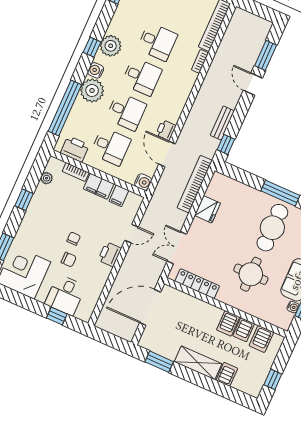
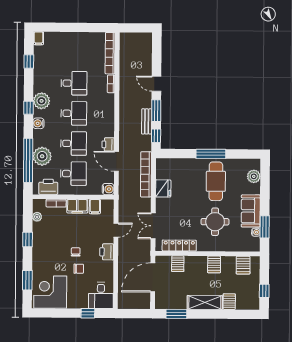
window: (266, 55) -> (156, 111), moved
plant: (92, 90) -> (42, 156), moved
desk: (65, 295) -> (101, 295), moved
server rack: (244, 330) -> (178, 264), moved

